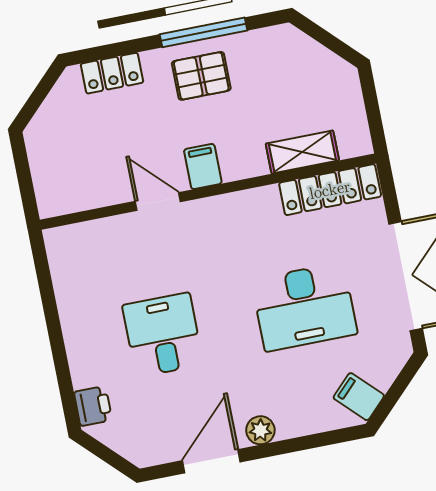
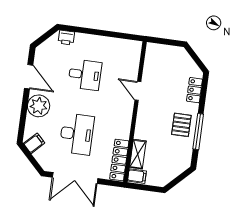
filing cabinet: (203, 166) -> (137, 176), moved
door: (158, 202) -> (138, 91), swing flipped
desk: (304, 307) -> (77, 134), turned 180
plant: (260, 430) -> (39, 106), width x1.87, depth x1.87

